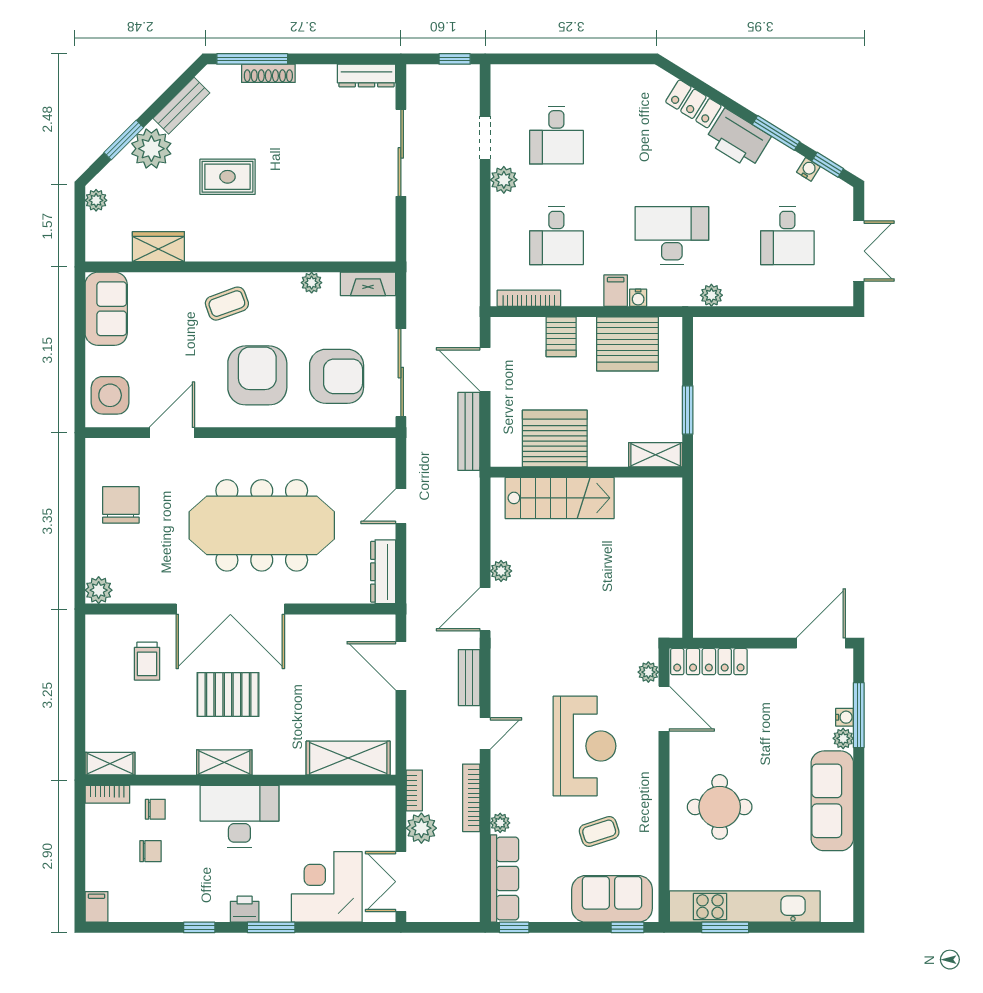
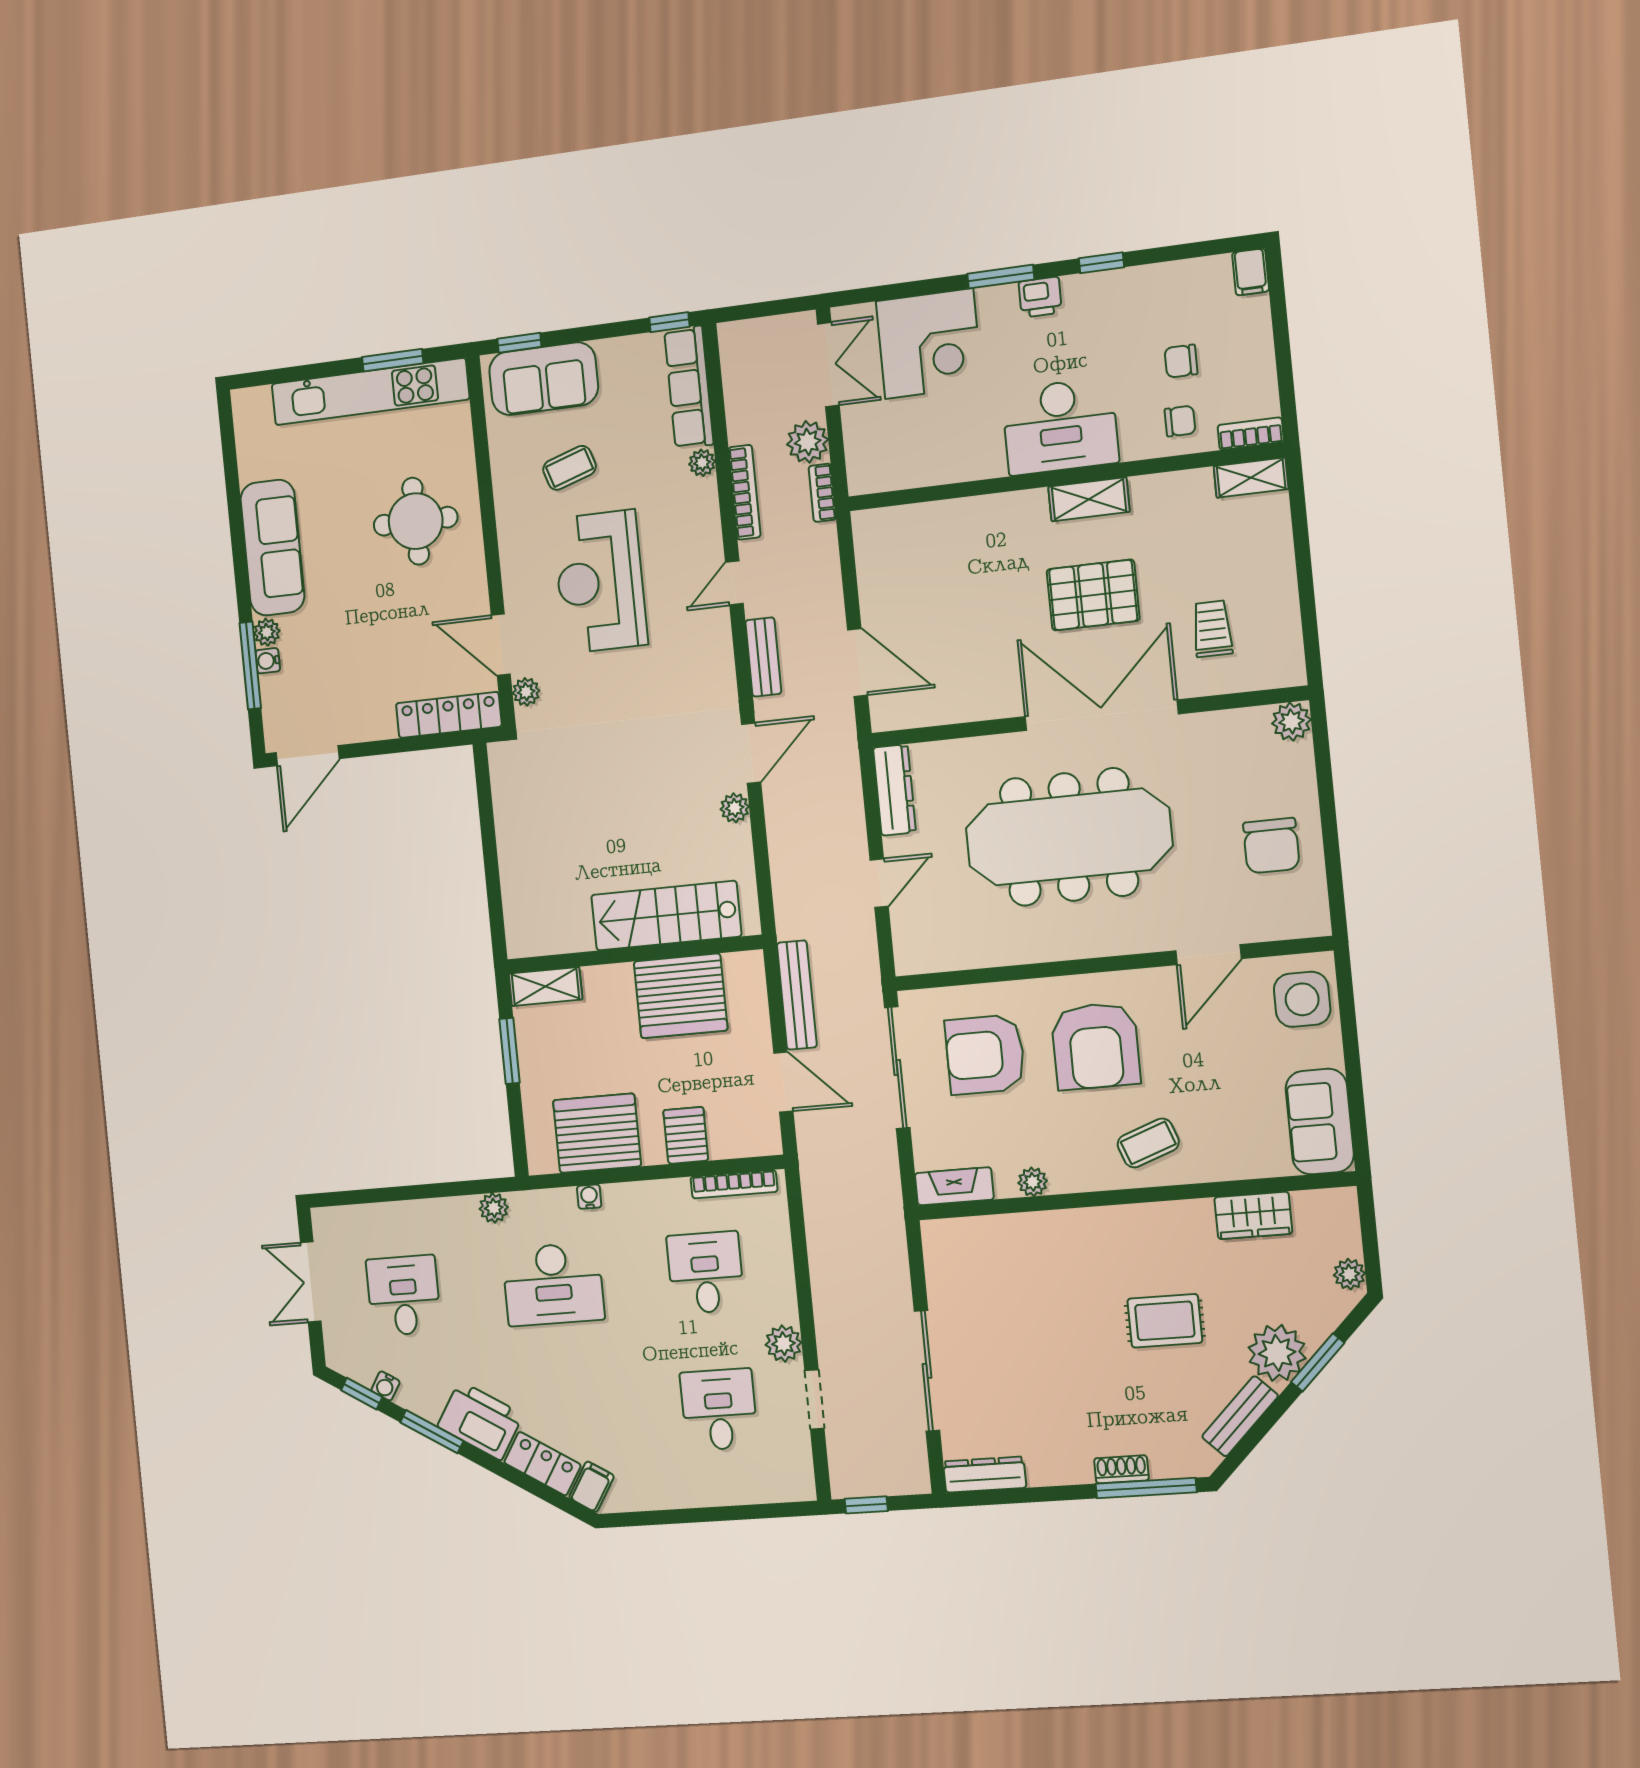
shoe rack: (268, 73) -> (1121, 1469), width x0.70
filing cabinet: (616, 291) -> (591, 1487), moved, turned -148
shelving: (348, 758) -> (917, 526), removed
chair: (155, 809) -> (1180, 421), turned 180

